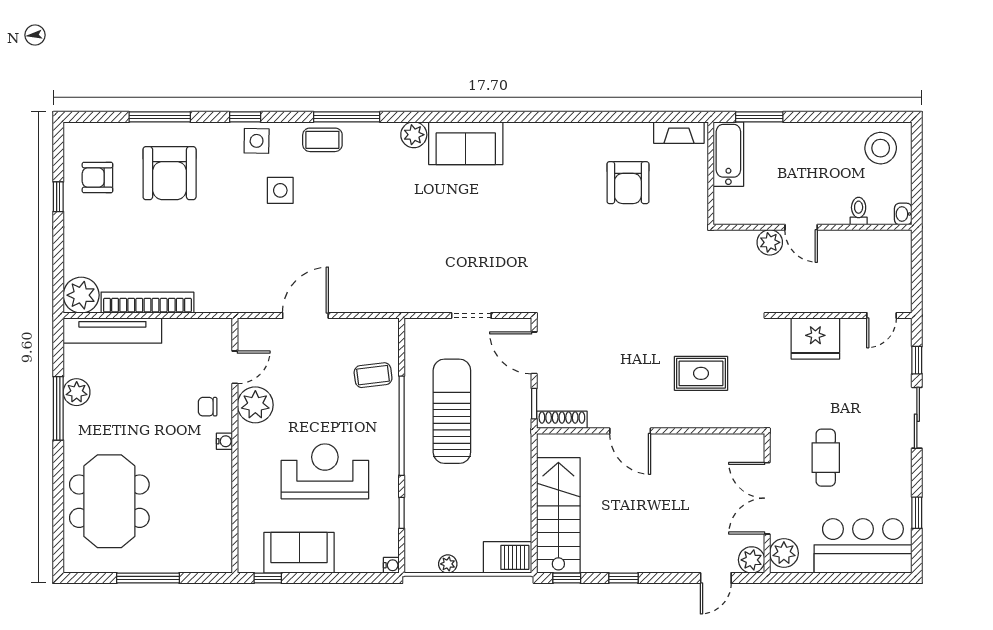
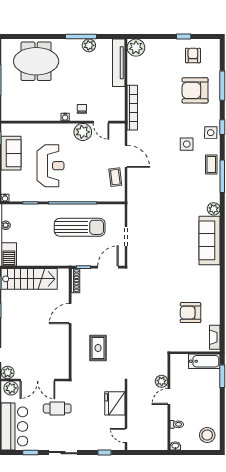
sofa: (466, 143) -> (210, 240), width x1.36
bookcase: (147, 303) -> (132, 108), moved
coffee table: (373, 375) -> (115, 177), moved
sliding door: (917, 418) -> (63, 453), moved
double door: (767, 498) -> (38, 380), swing flipped

